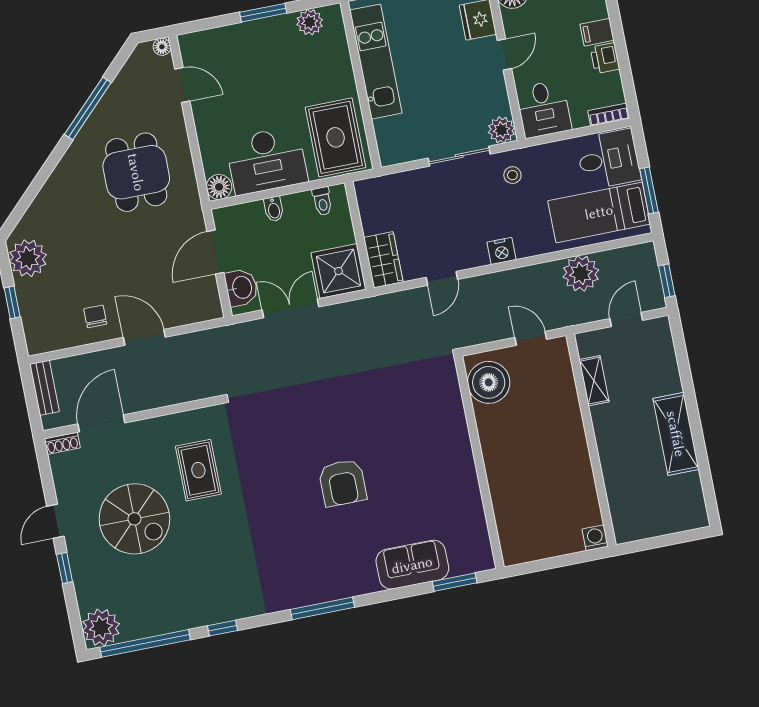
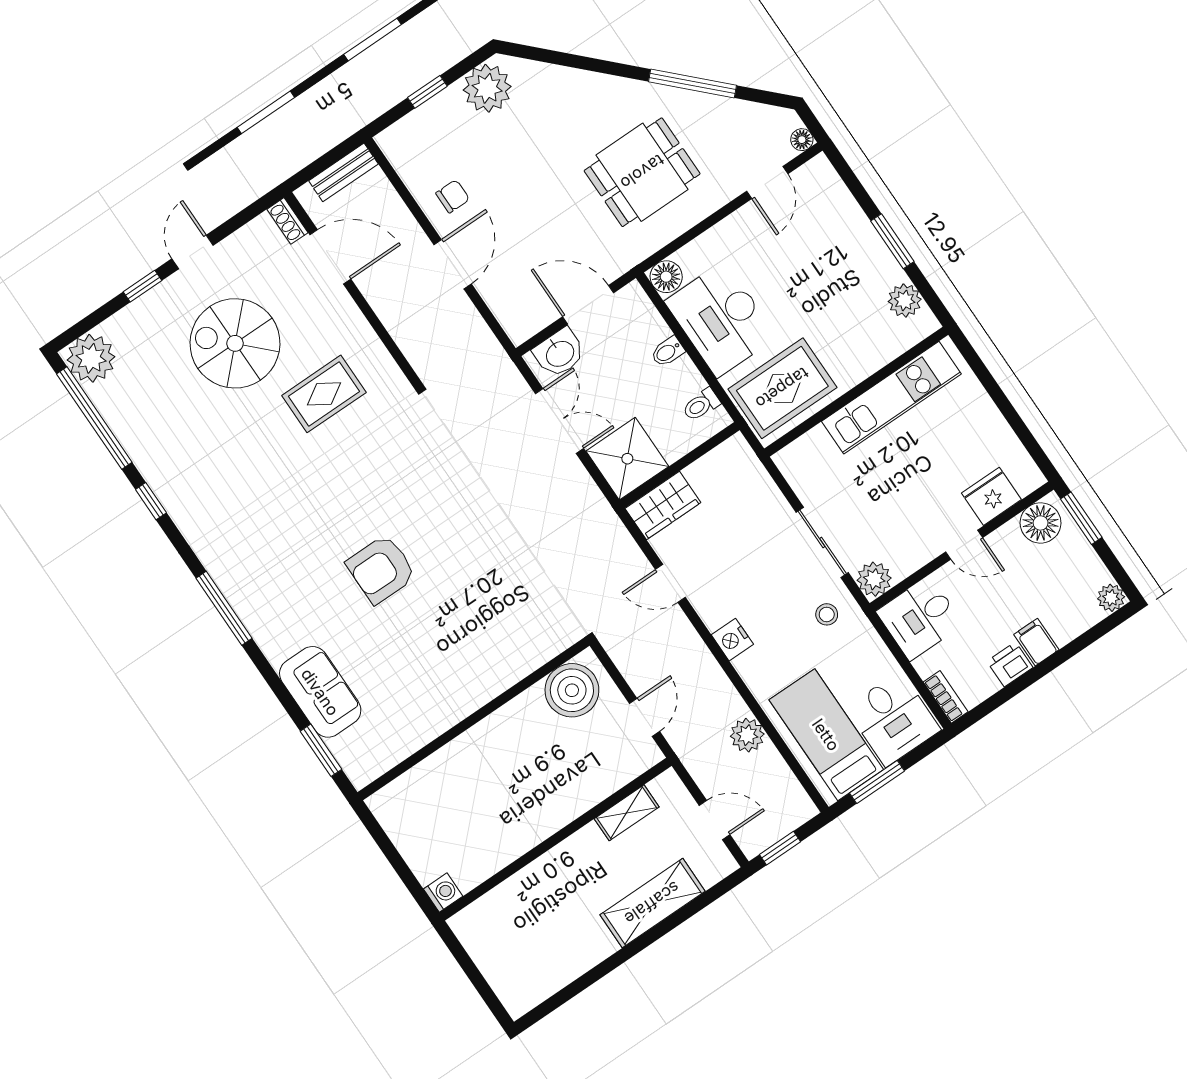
plant: (581, 273) -> (747, 735), width x0.73, depth x0.73
shelving: (676, 434) -> (652, 903), moved
spiral stairs: (134, 519) -> (235, 343), turned 90
door: (55, 521) -> (193, 252), hinge flipped

